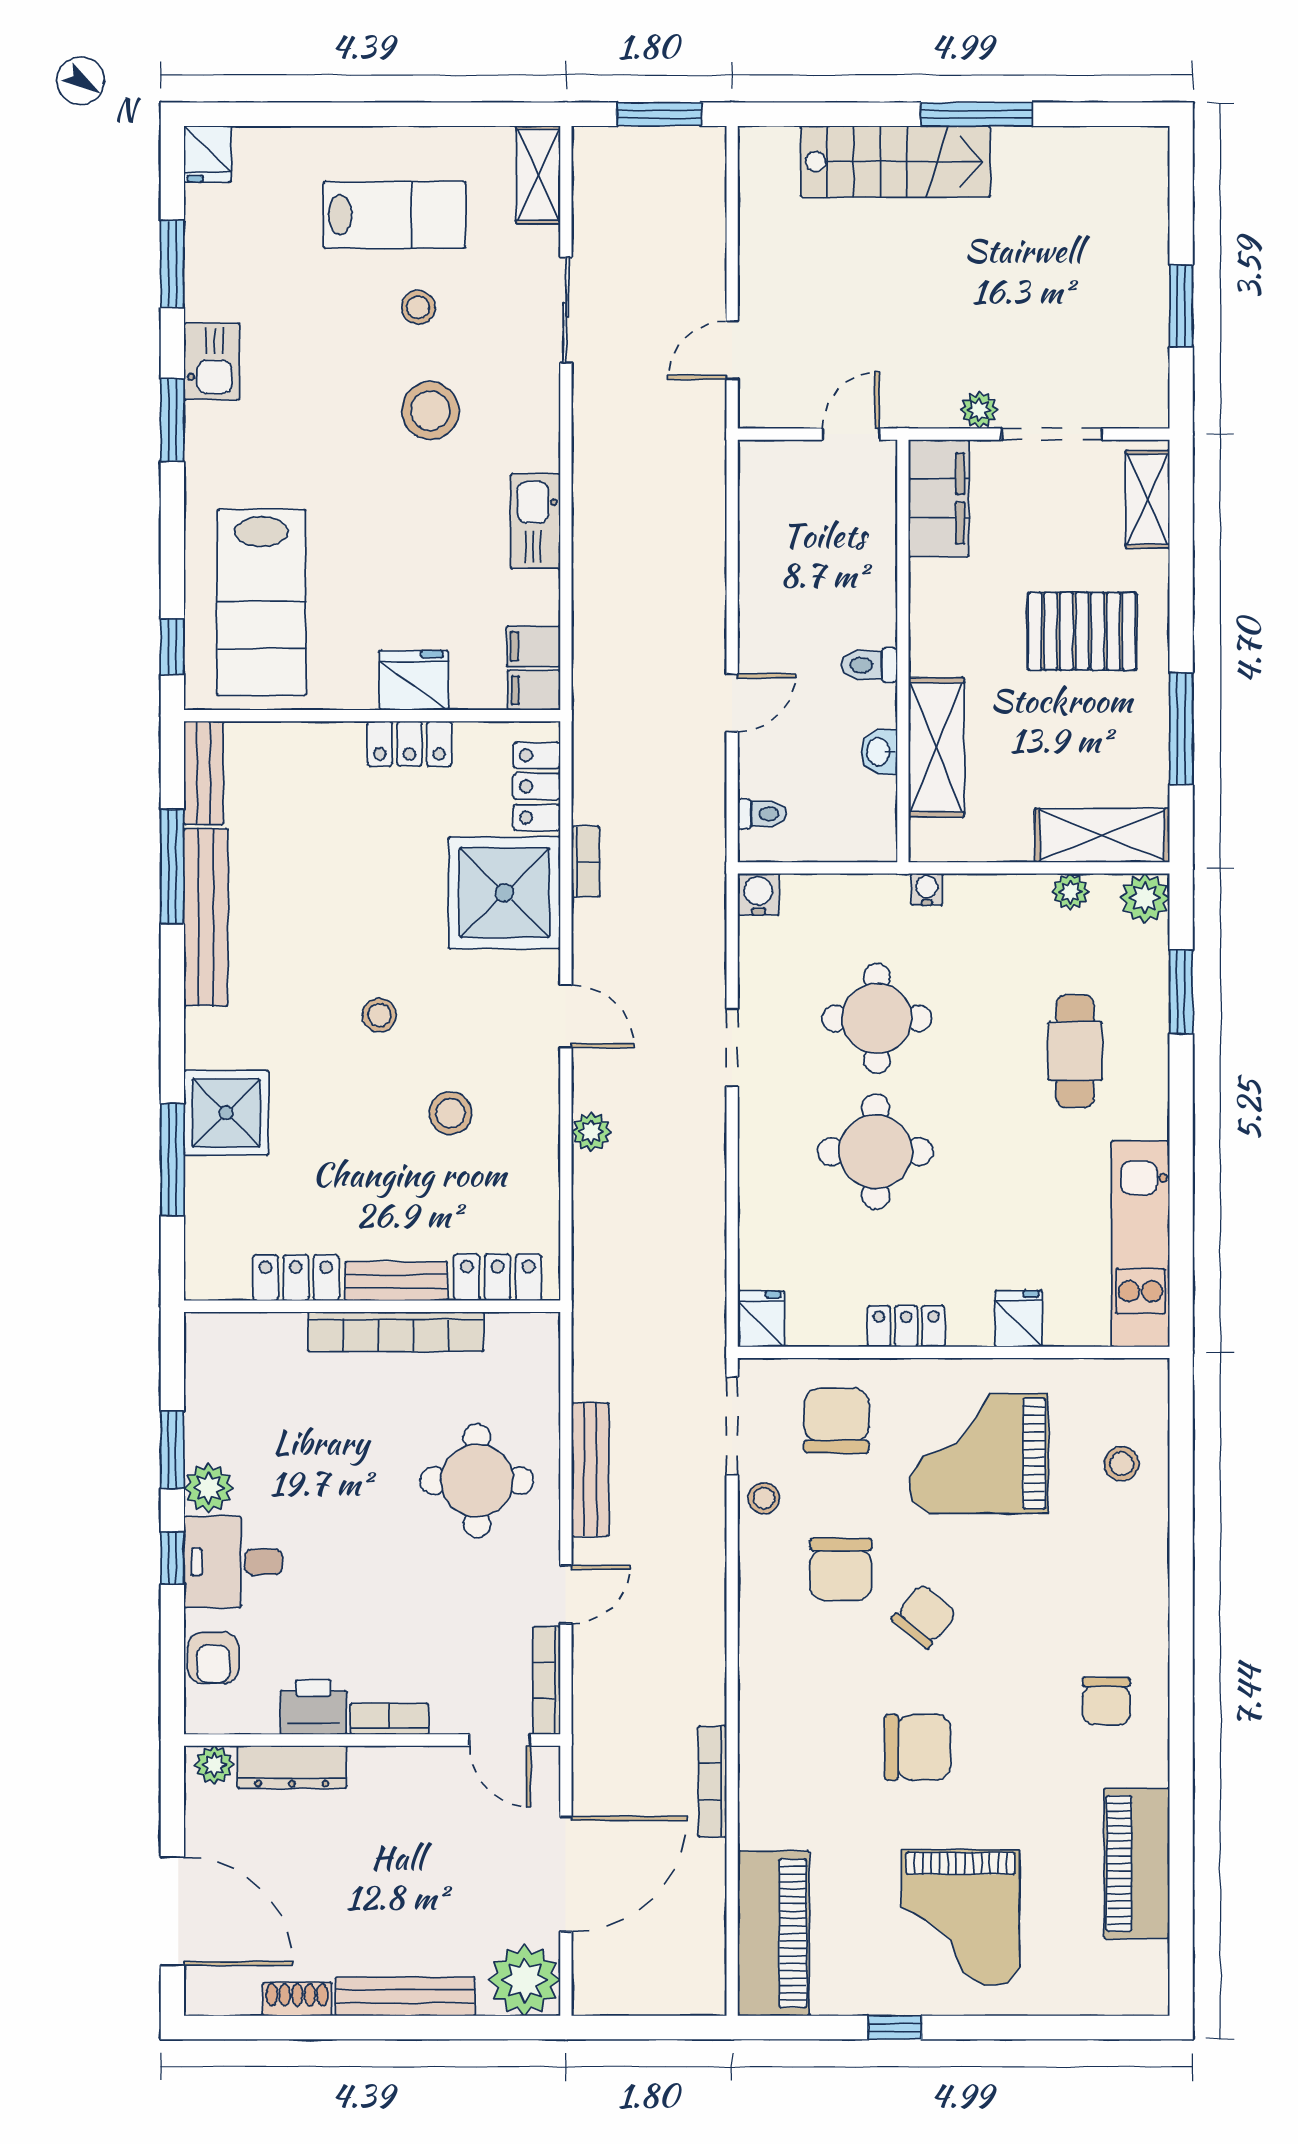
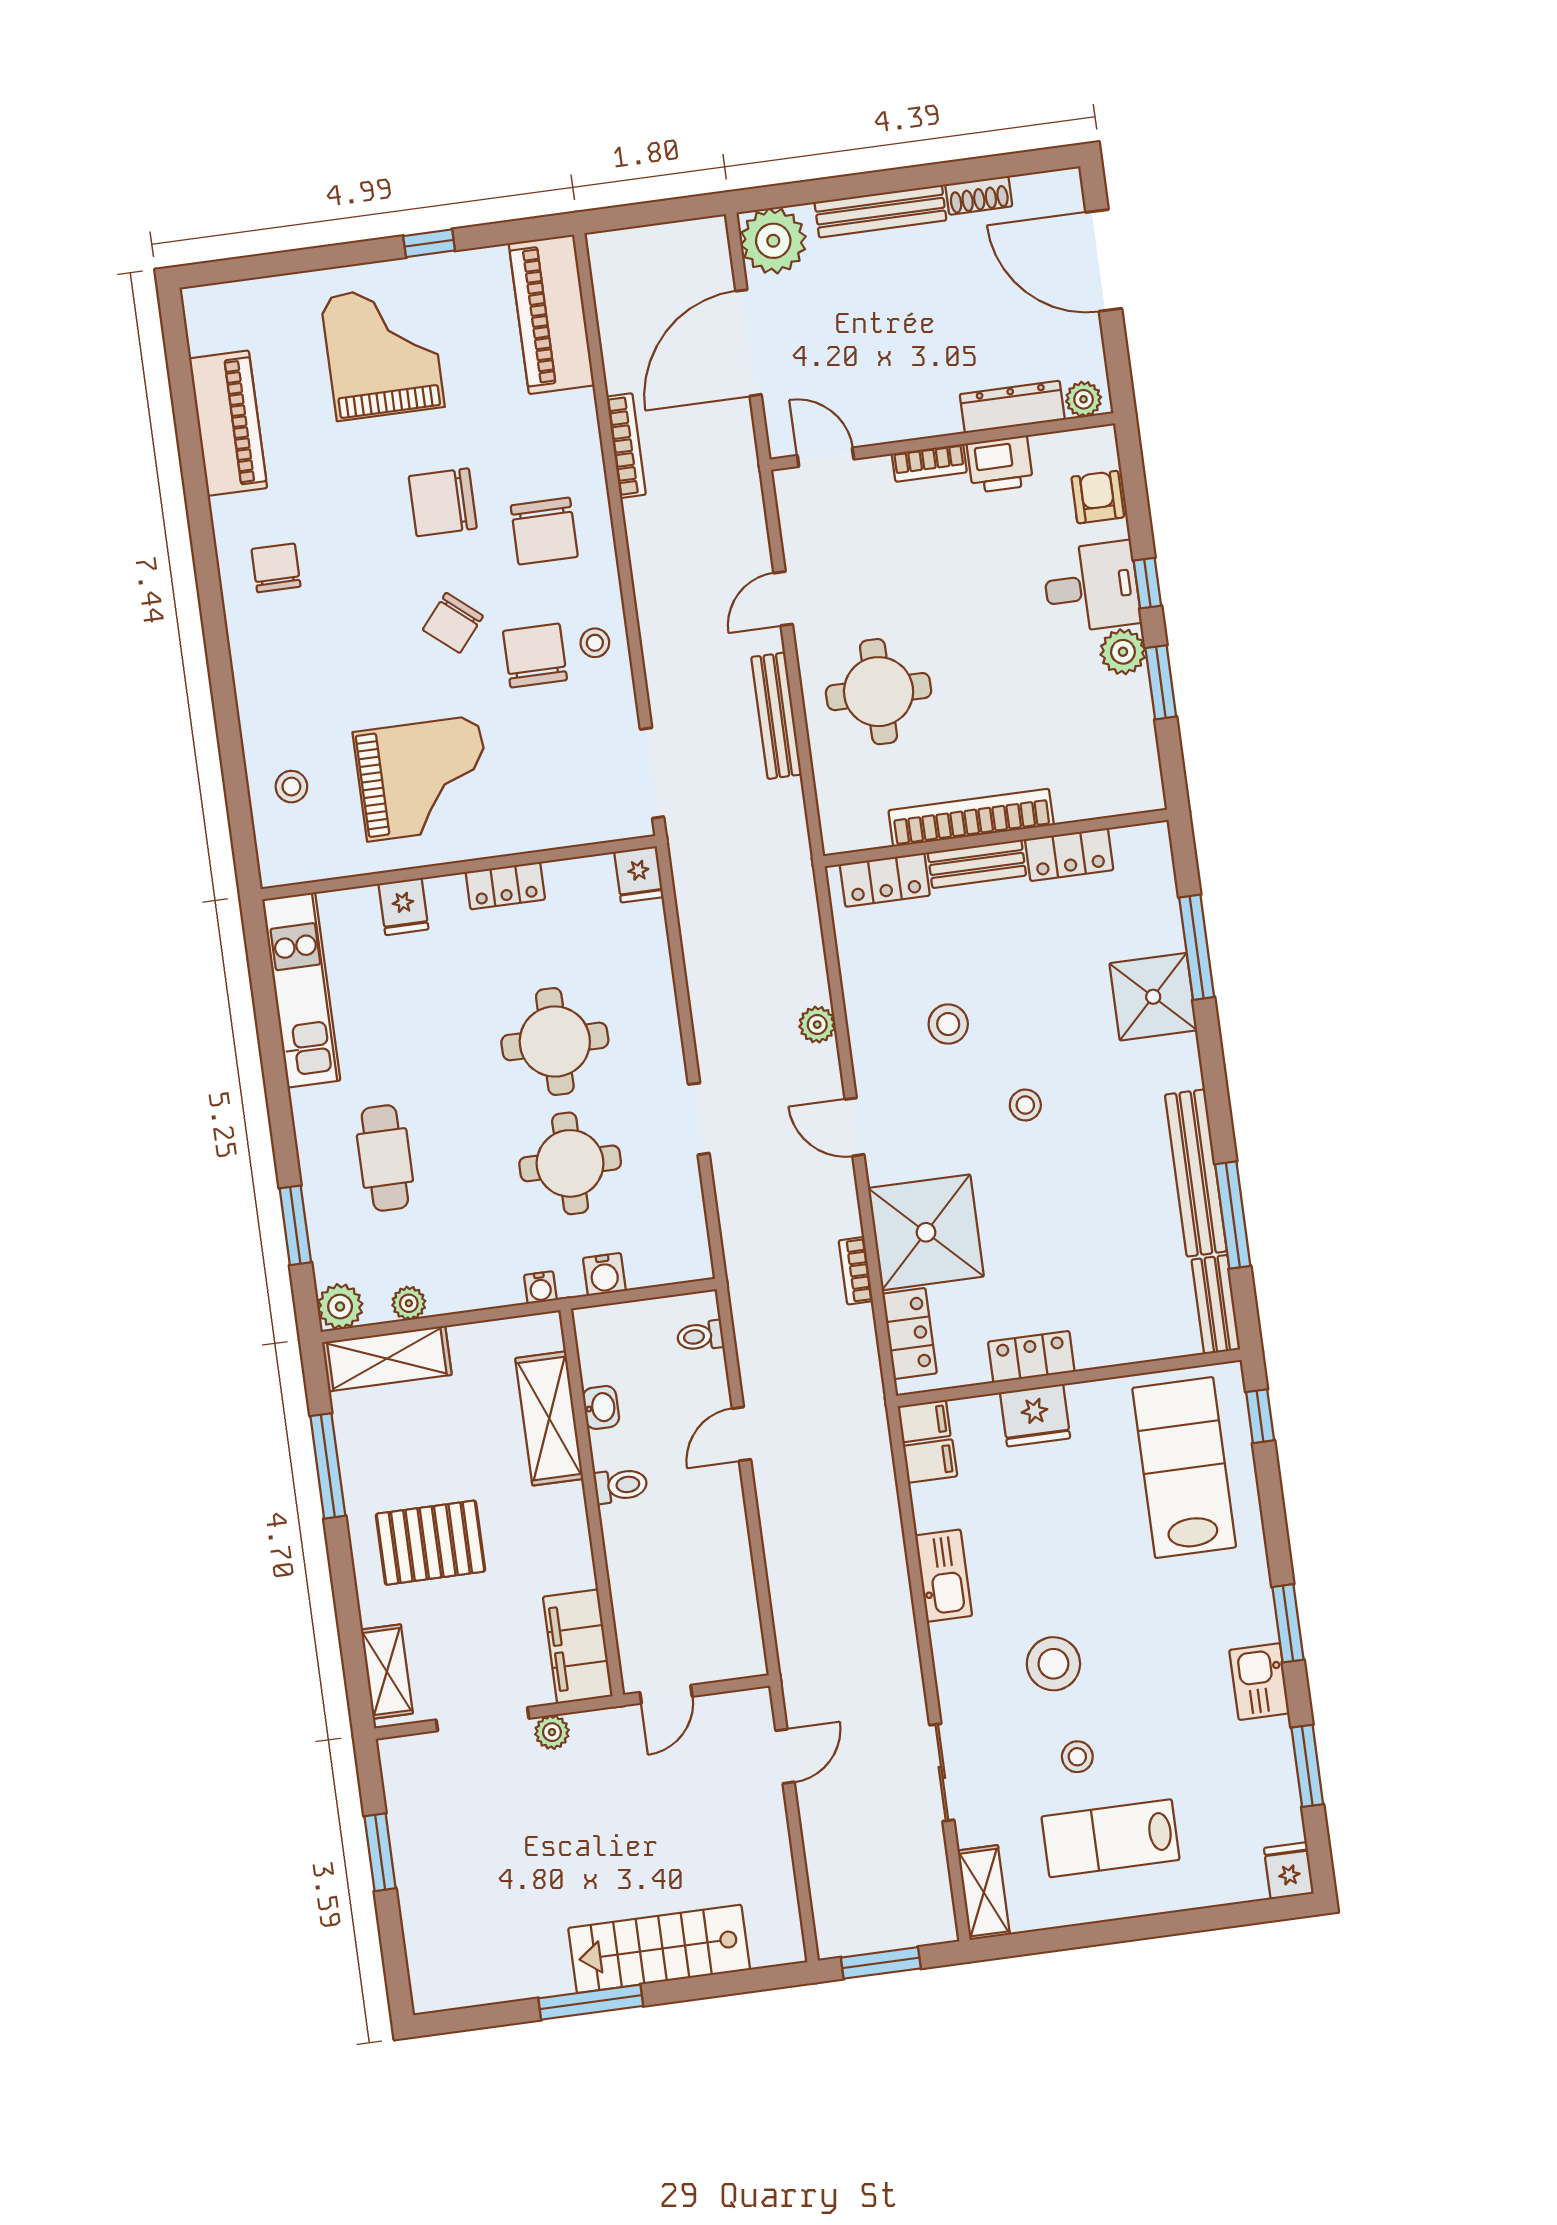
water cooler: (758, 894) -> (604, 1274), moved
chair: (837, 1421) -> (544, 531), moved
stool: (764, 1498) -> (595, 643), moved
bookcase: (547, 1681) -> (790, 517), removed

